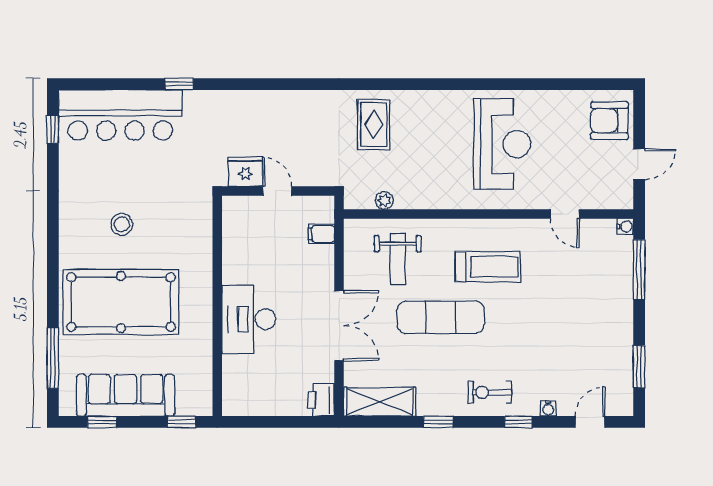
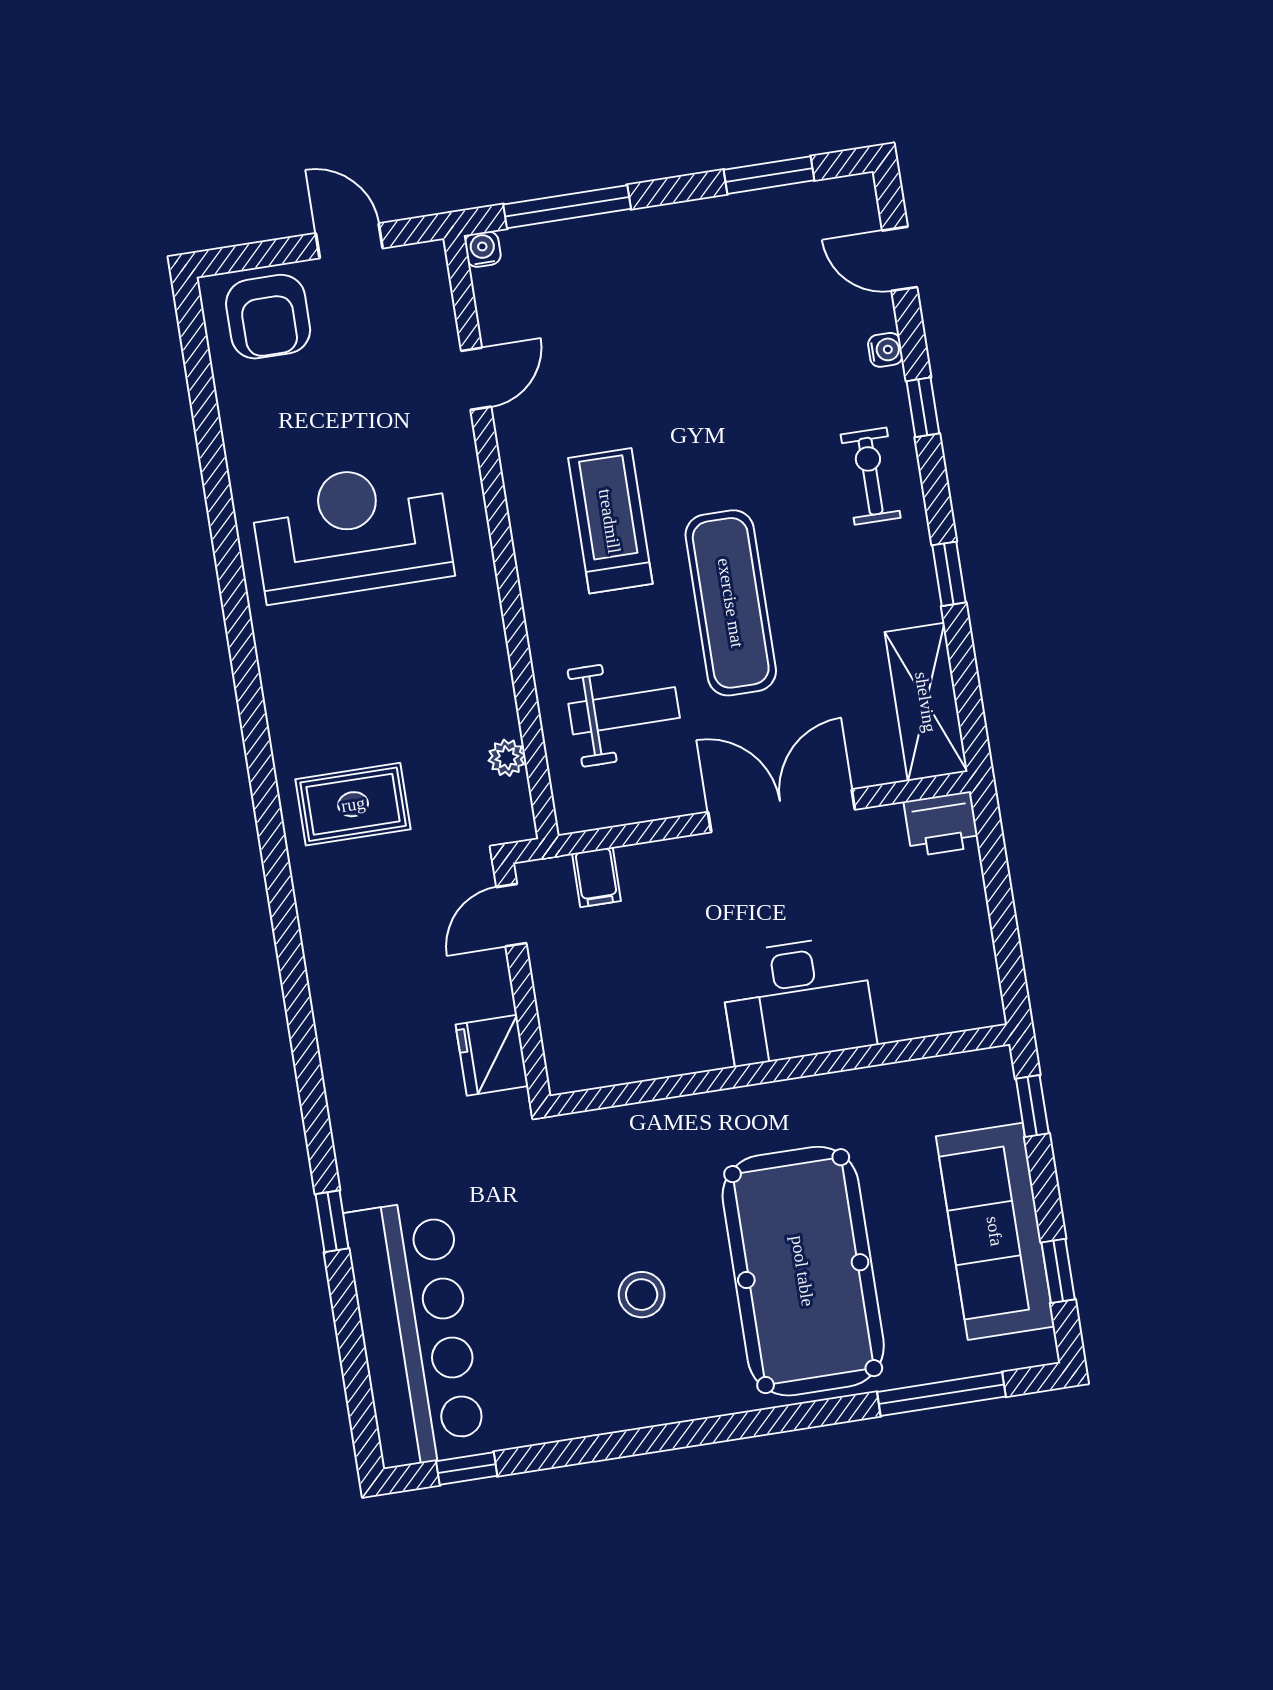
door: (277, 191) -> (511, 915), moved
exercise bike: (490, 392) -> (871, 476), turned 180

